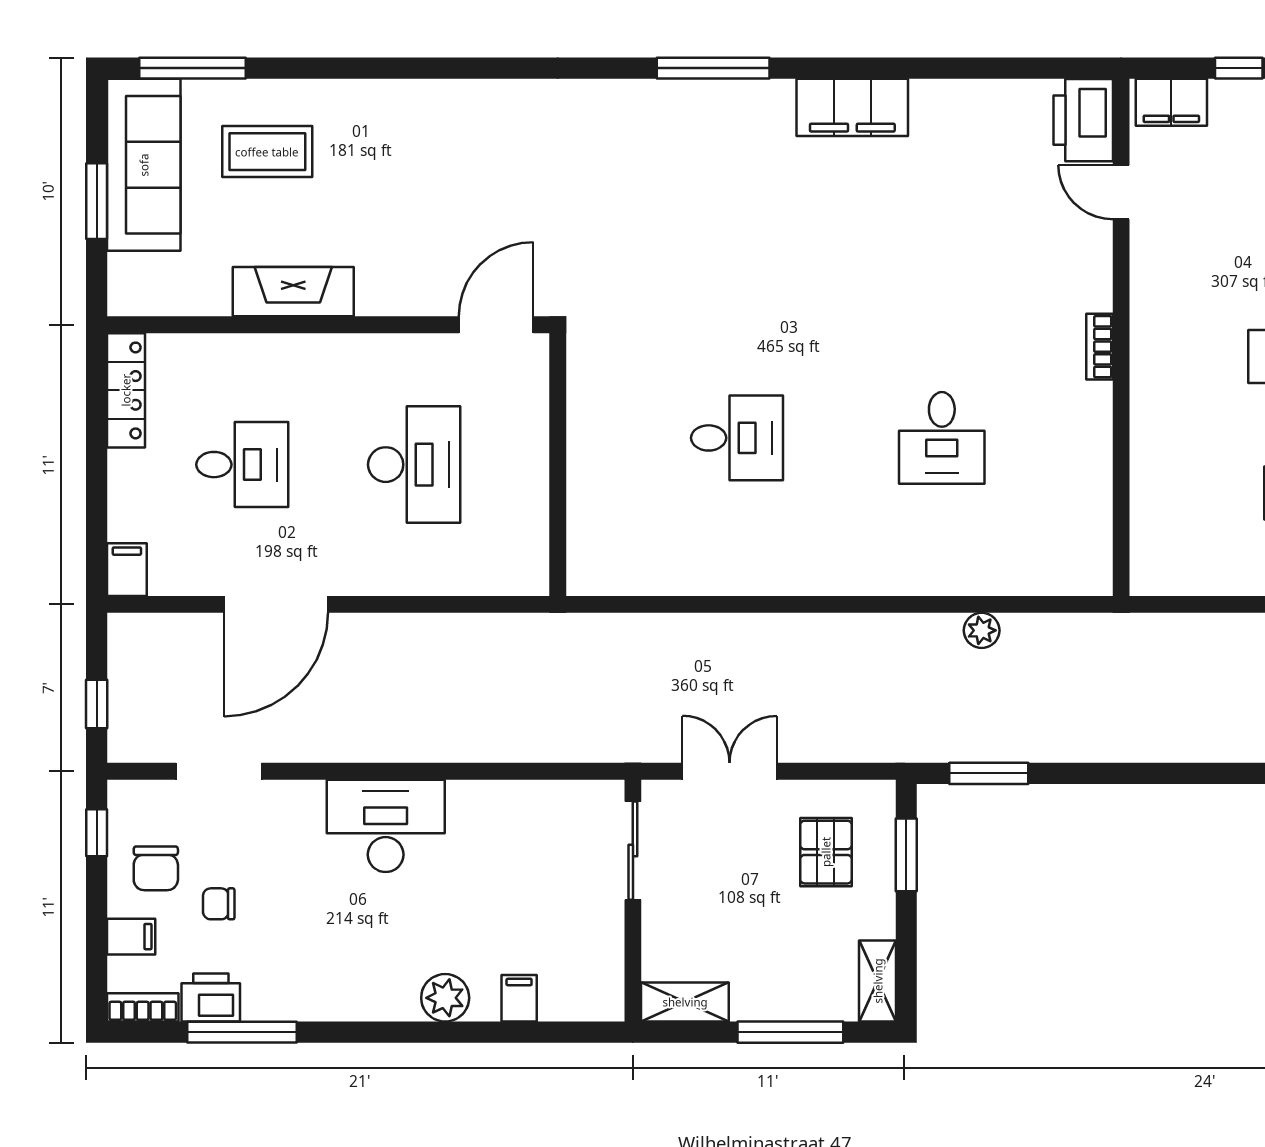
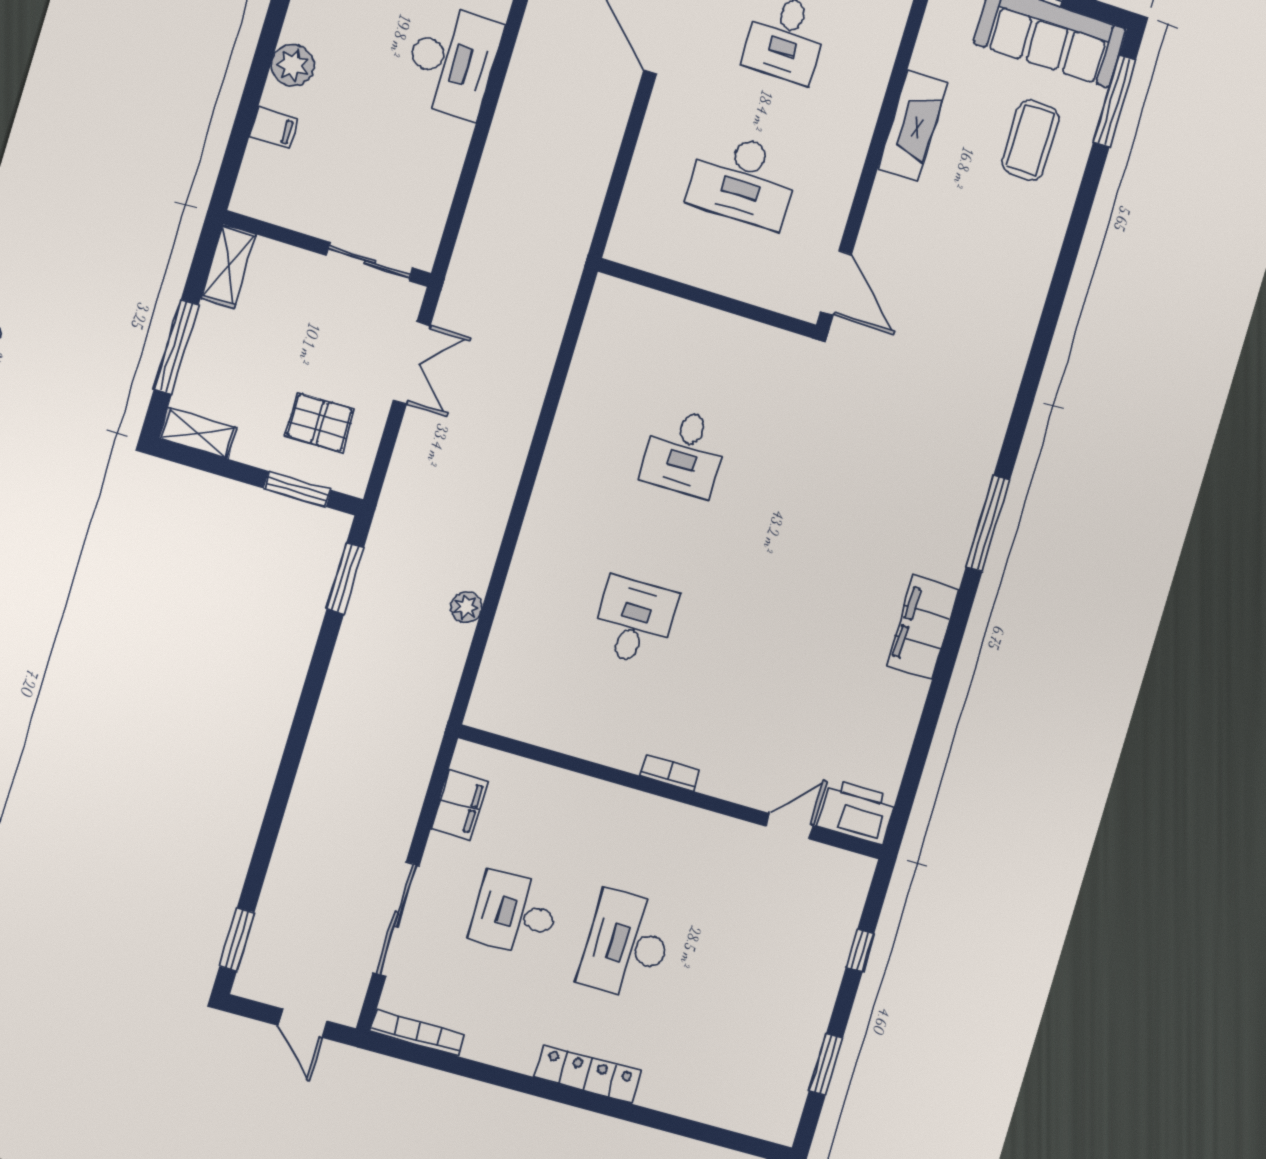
filing cabinet: (1171, 102) -> (459, 805), moved, turned 180
desk: (942, 438) -> (634, 621), turned 90

